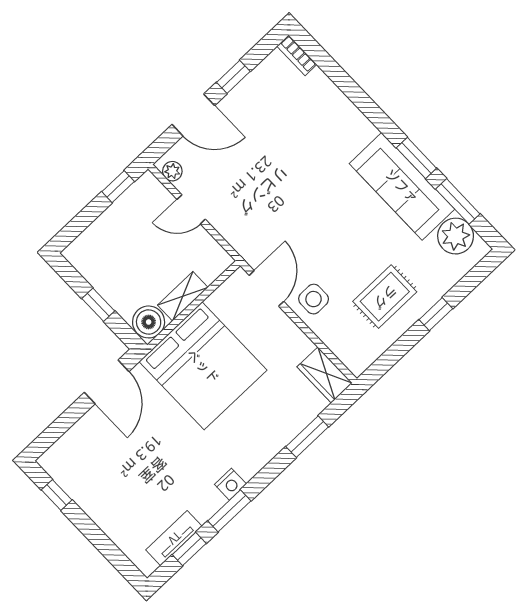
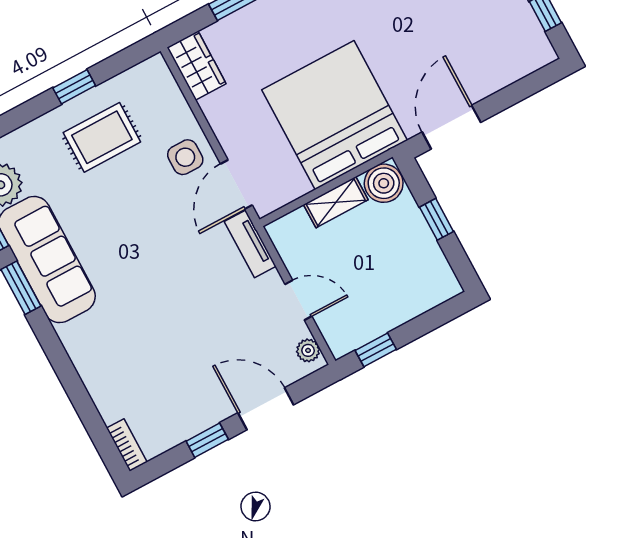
tv unit: (242, 244) -> (250, 244), added
window: (436, 314) -> (74, 87), moved

